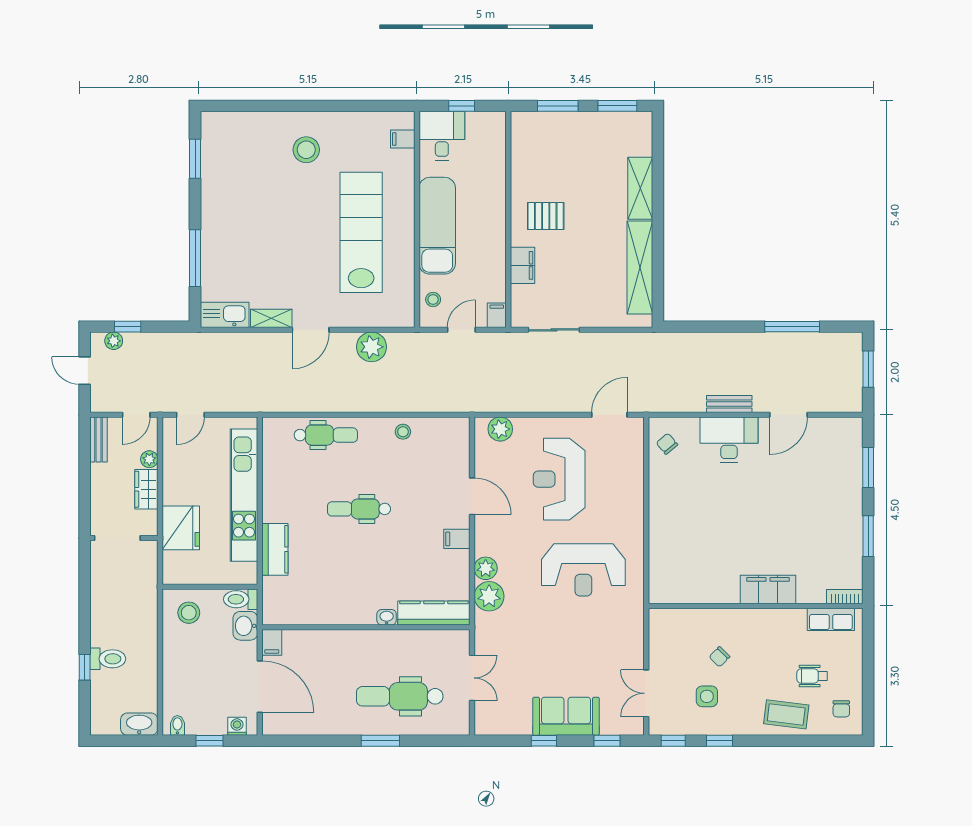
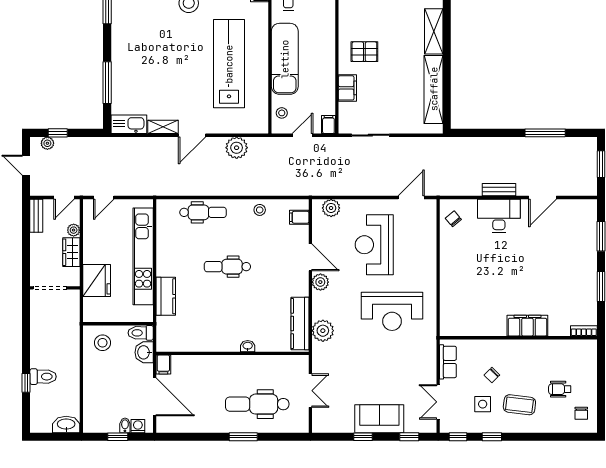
filing cabinet: (457, 539) -> (299, 217), moved
plant: (486, 568) -> (320, 282), moved
kitchen counter: (434, 613) -> (300, 323), moved, turned -90
row of seats: (831, 619) -> (448, 362), moved, turned -90
coffee table: (786, 714) -> (519, 405), moved
bidet: (177, 725) -> (125, 425), moved

